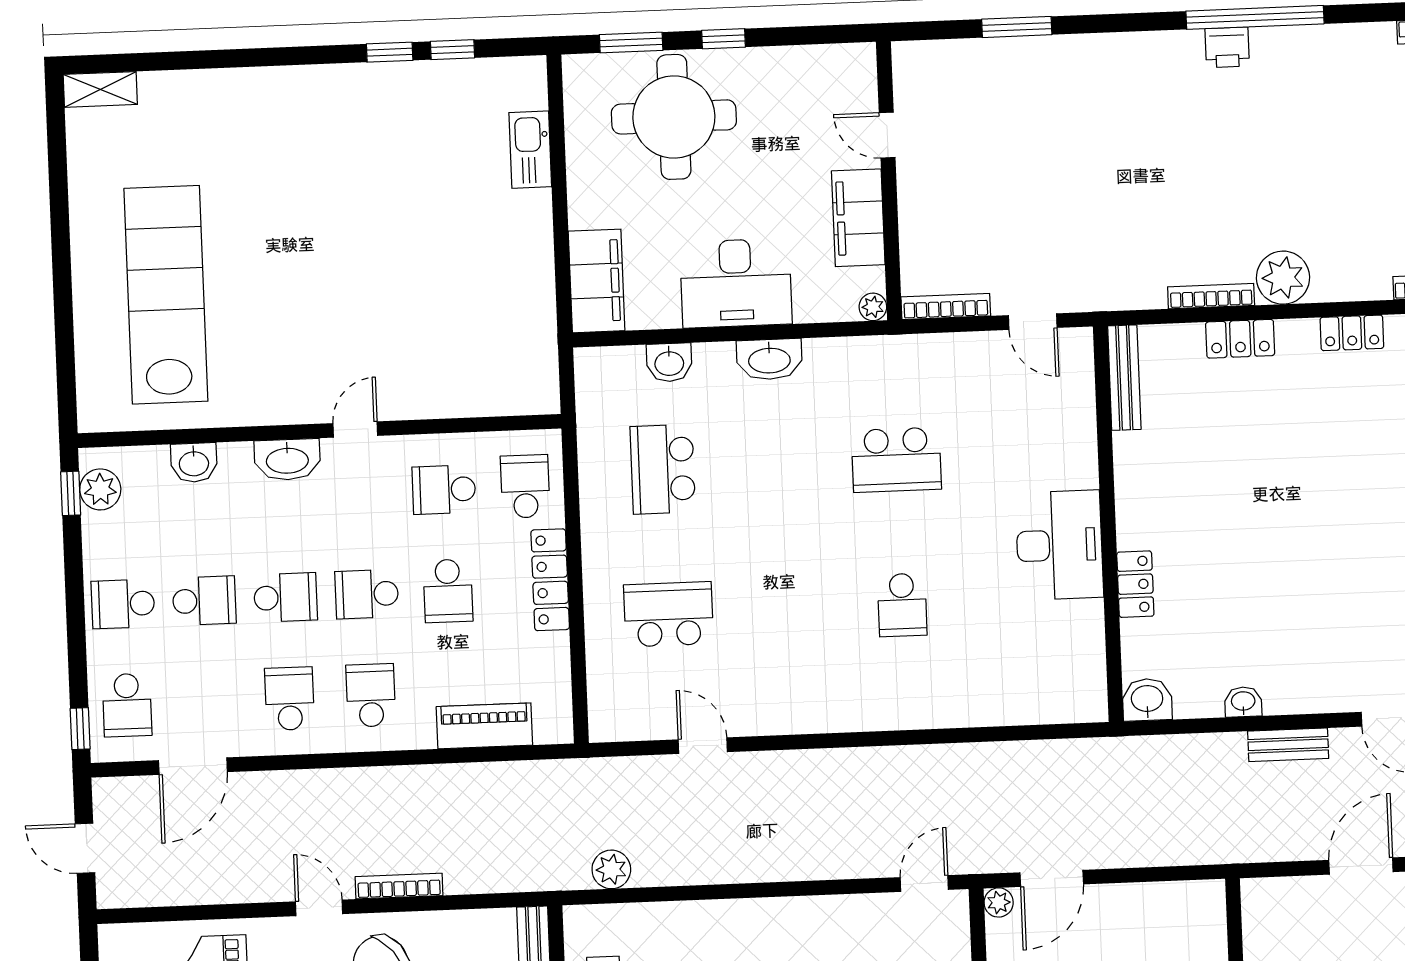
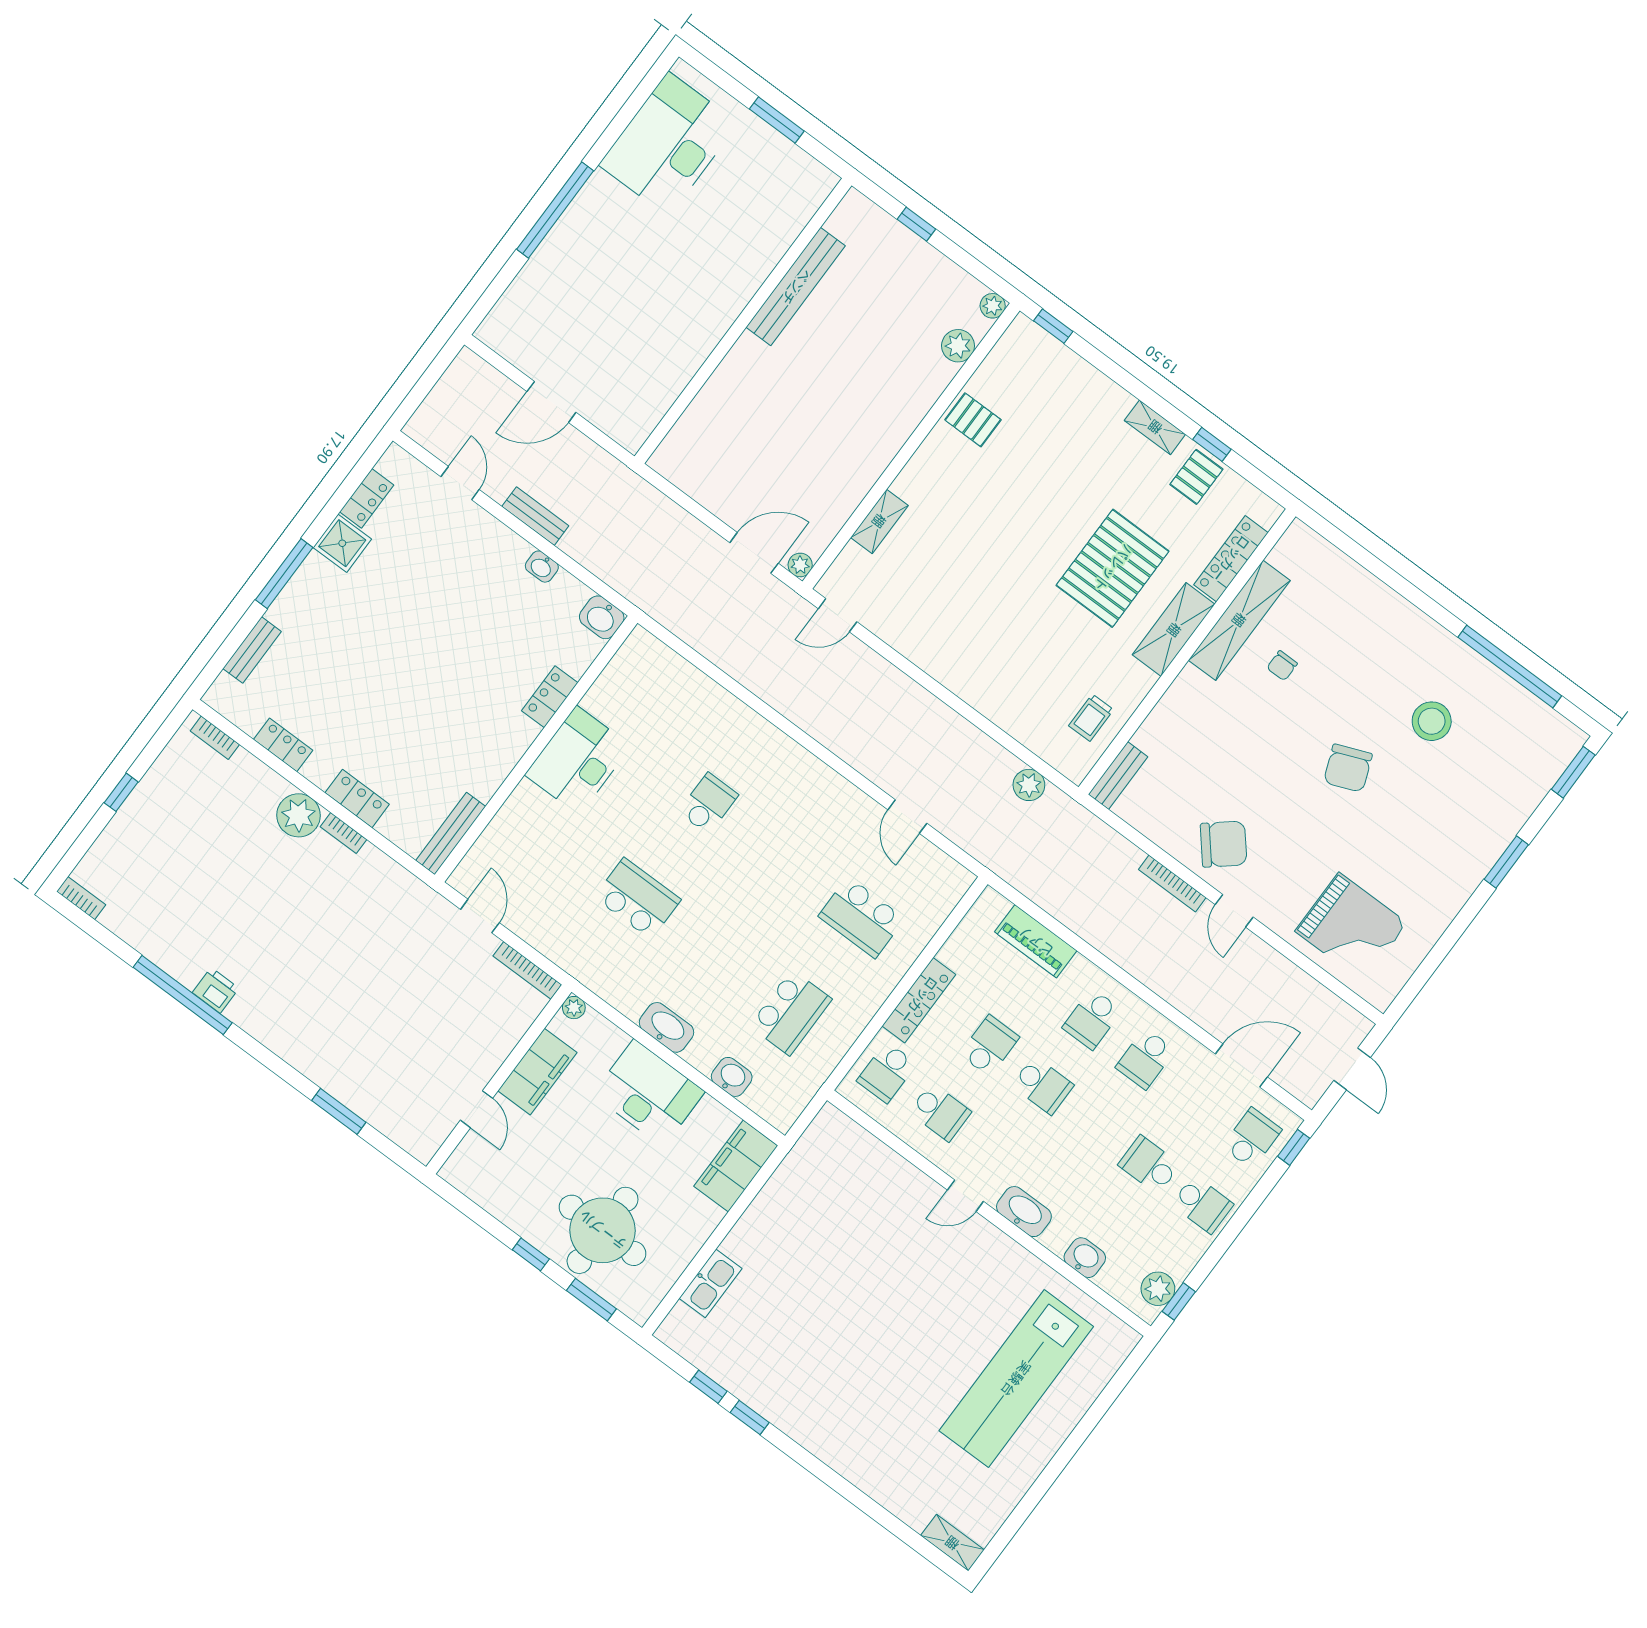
bookcase: (1211, 296) -> (343, 833), width x0.64
school desk: (285, 597) -> (1096, 1125), removed

